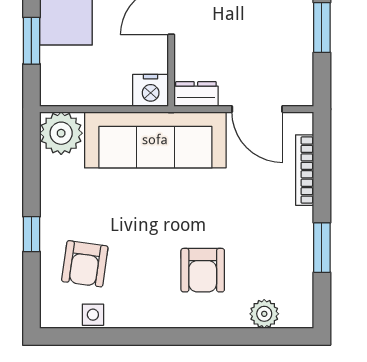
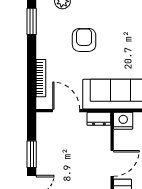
window: (322, 248) -> (32, 21), moved
armchair: (203, 270) -> (84, 40), moved

